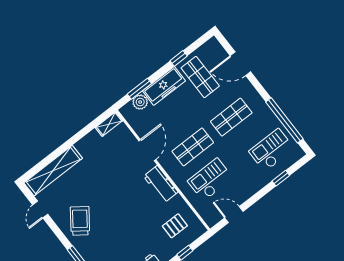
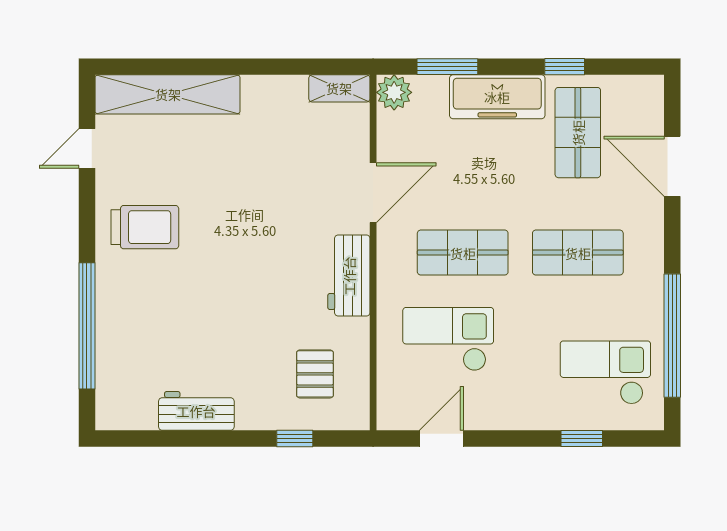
plant: (140, 102) -> (394, 92), moved
door: (234, 215) -> (441, 438), hinge flipped
trolley: (80, 221) -> (145, 227), turned 54
pallet: (175, 226) -> (315, 374), turned 90

